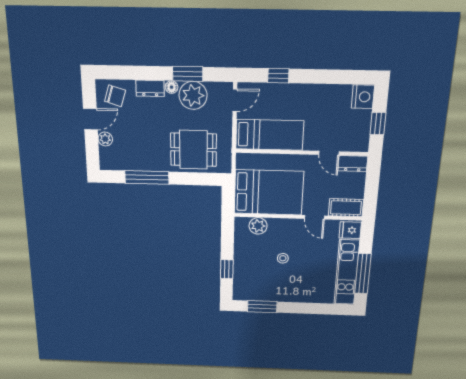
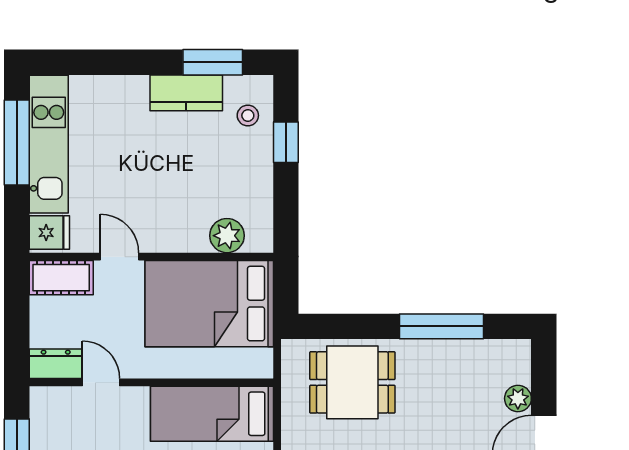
stool: (283, 258) -> (248, 115), moved
kitchen counter: (276, 293) -> (186, 93), added

